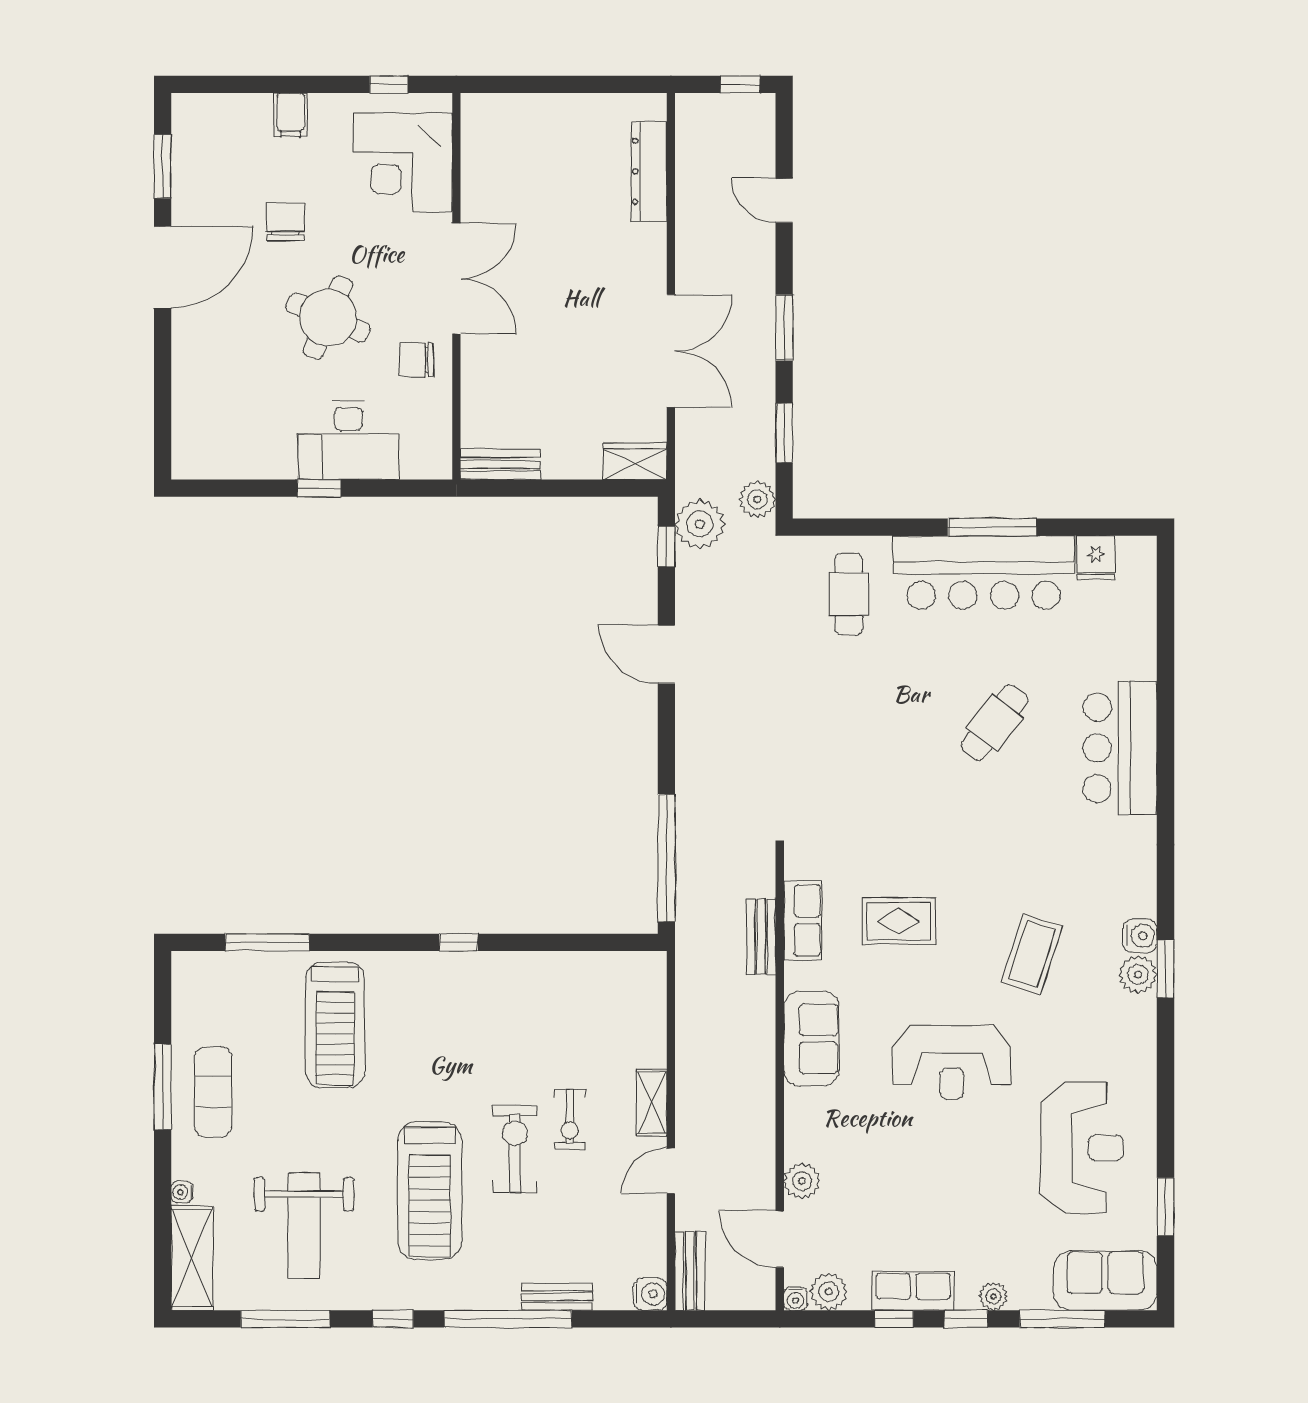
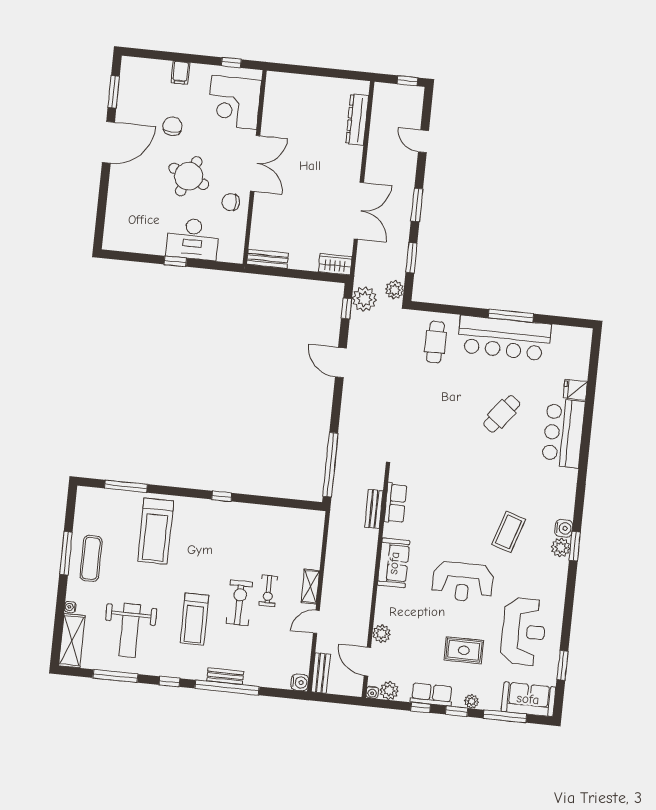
fridge: (1096, 558) -> (575, 390), moved, turned 90
rug: (899, 921) -> (464, 650), moved
treadmill: (430, 1191) -> (194, 619), width x0.73, depth x0.73
bench: (557, 1297) -> (225, 676), moved

